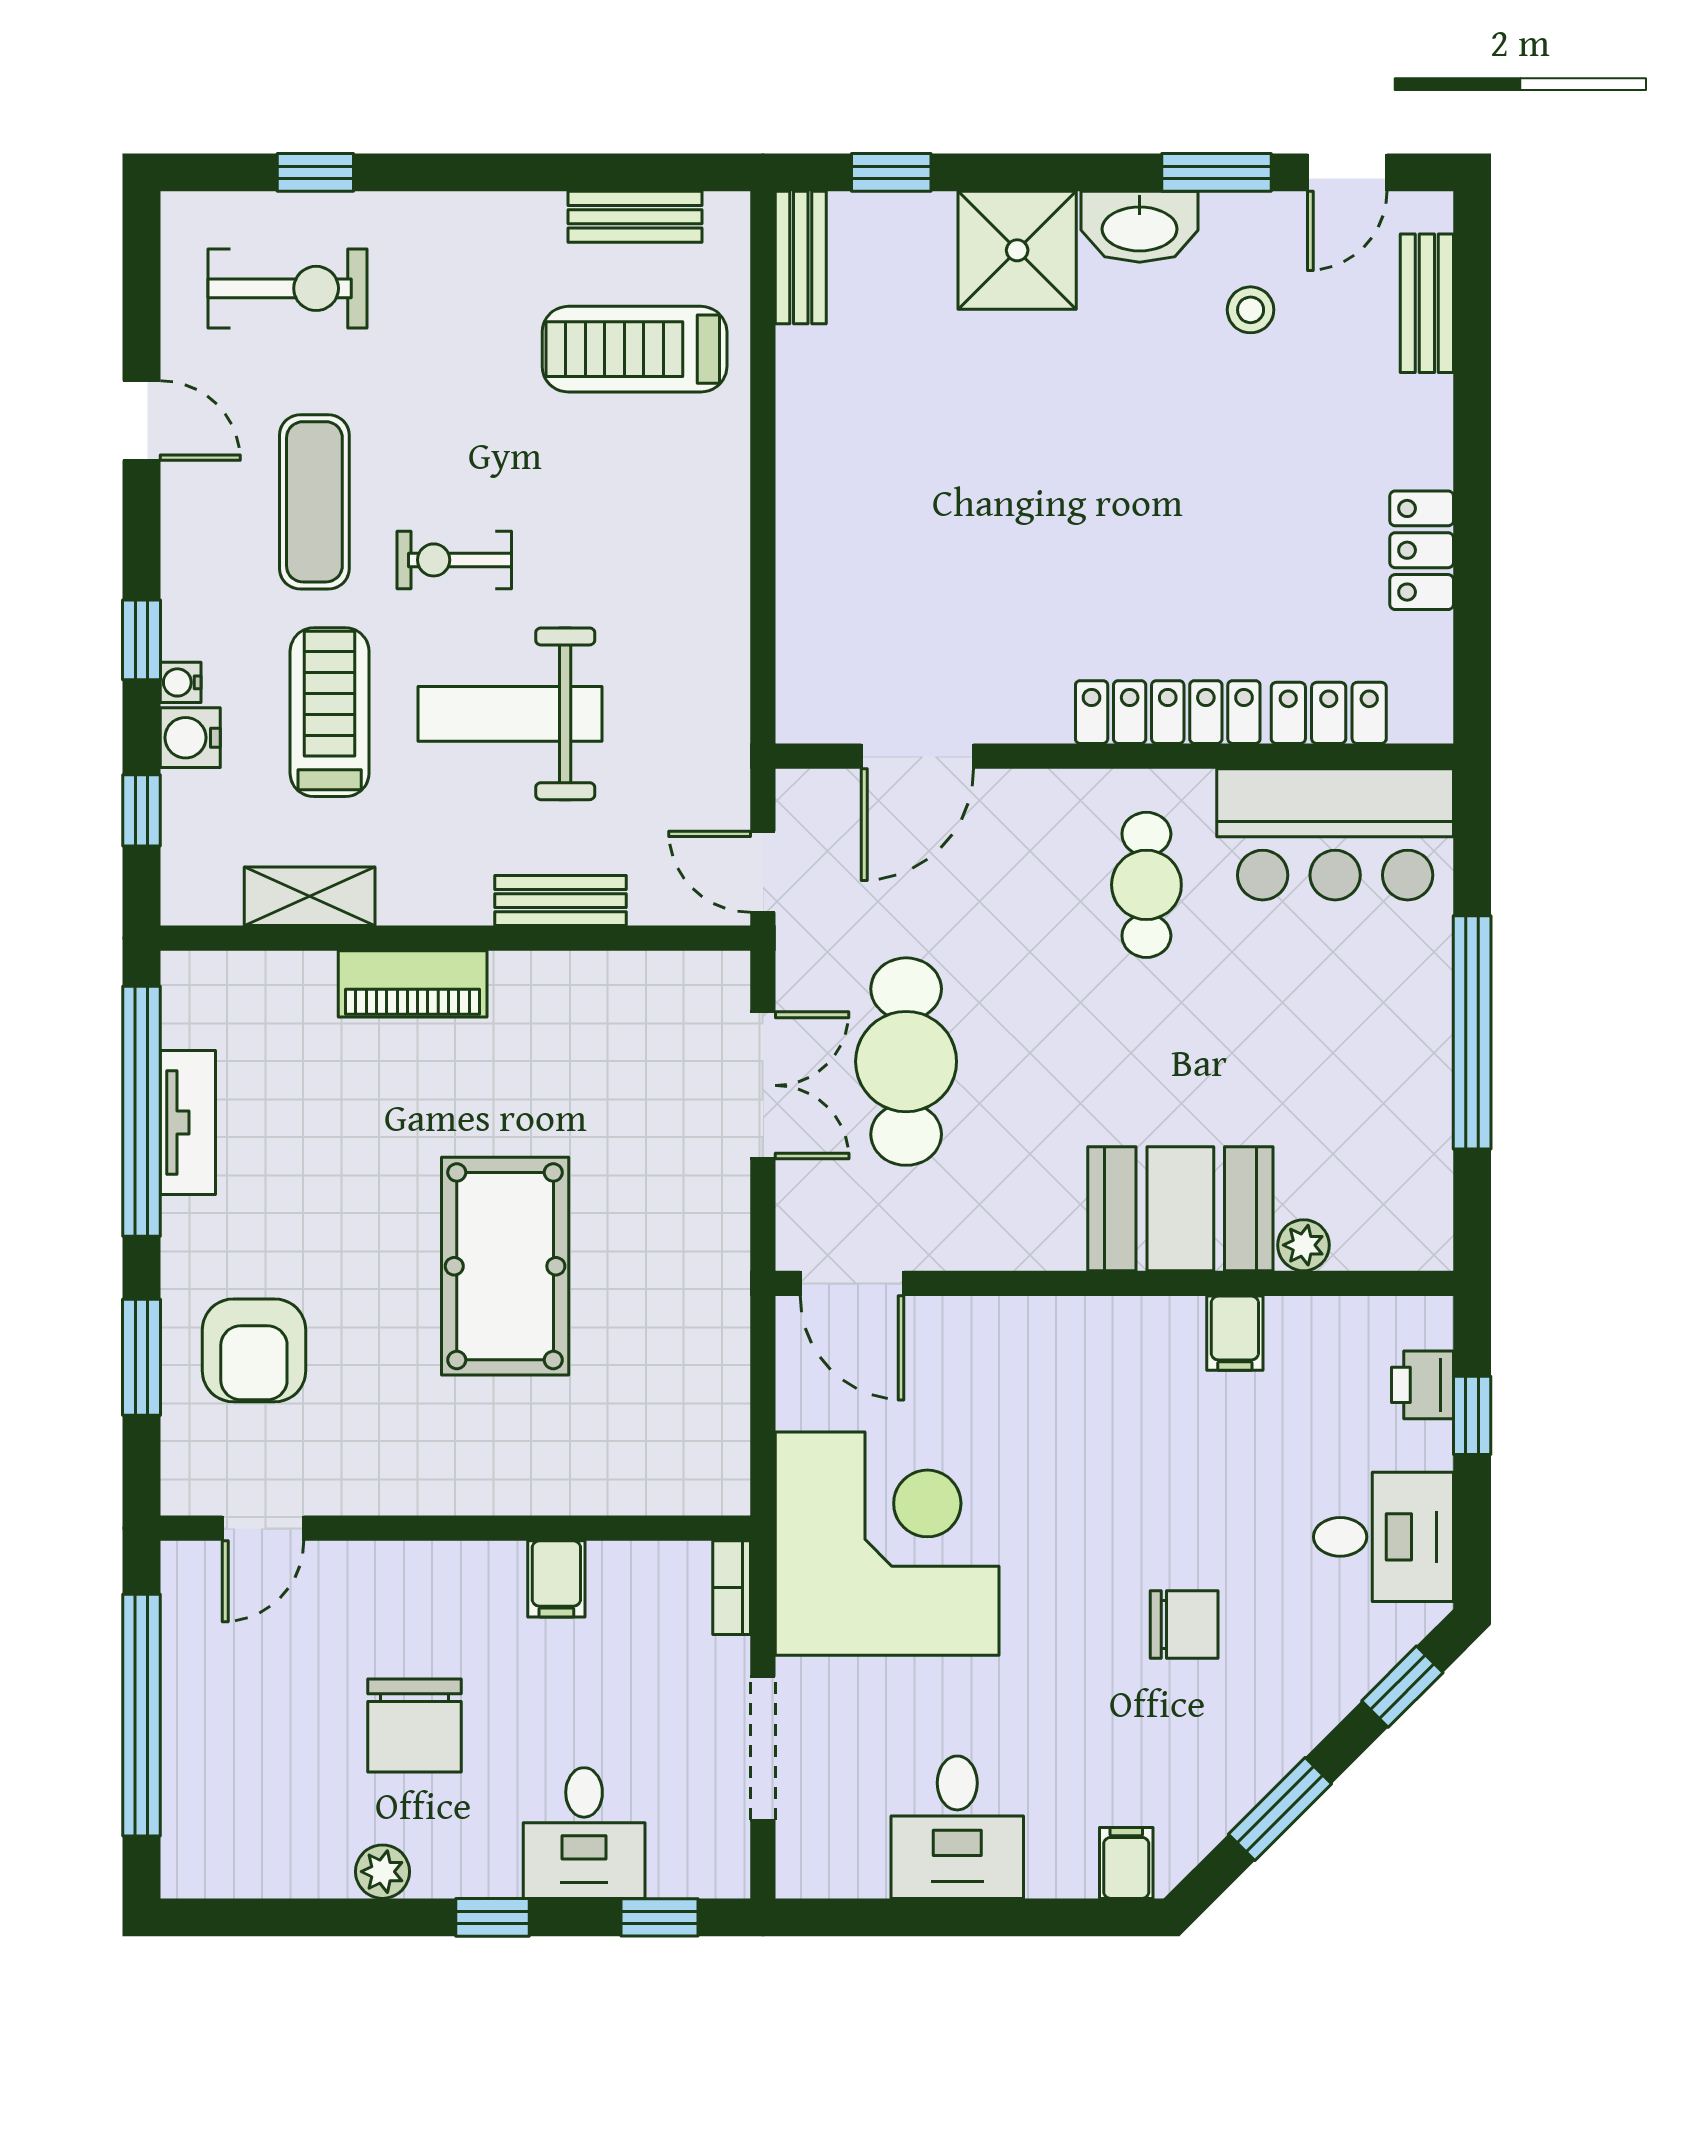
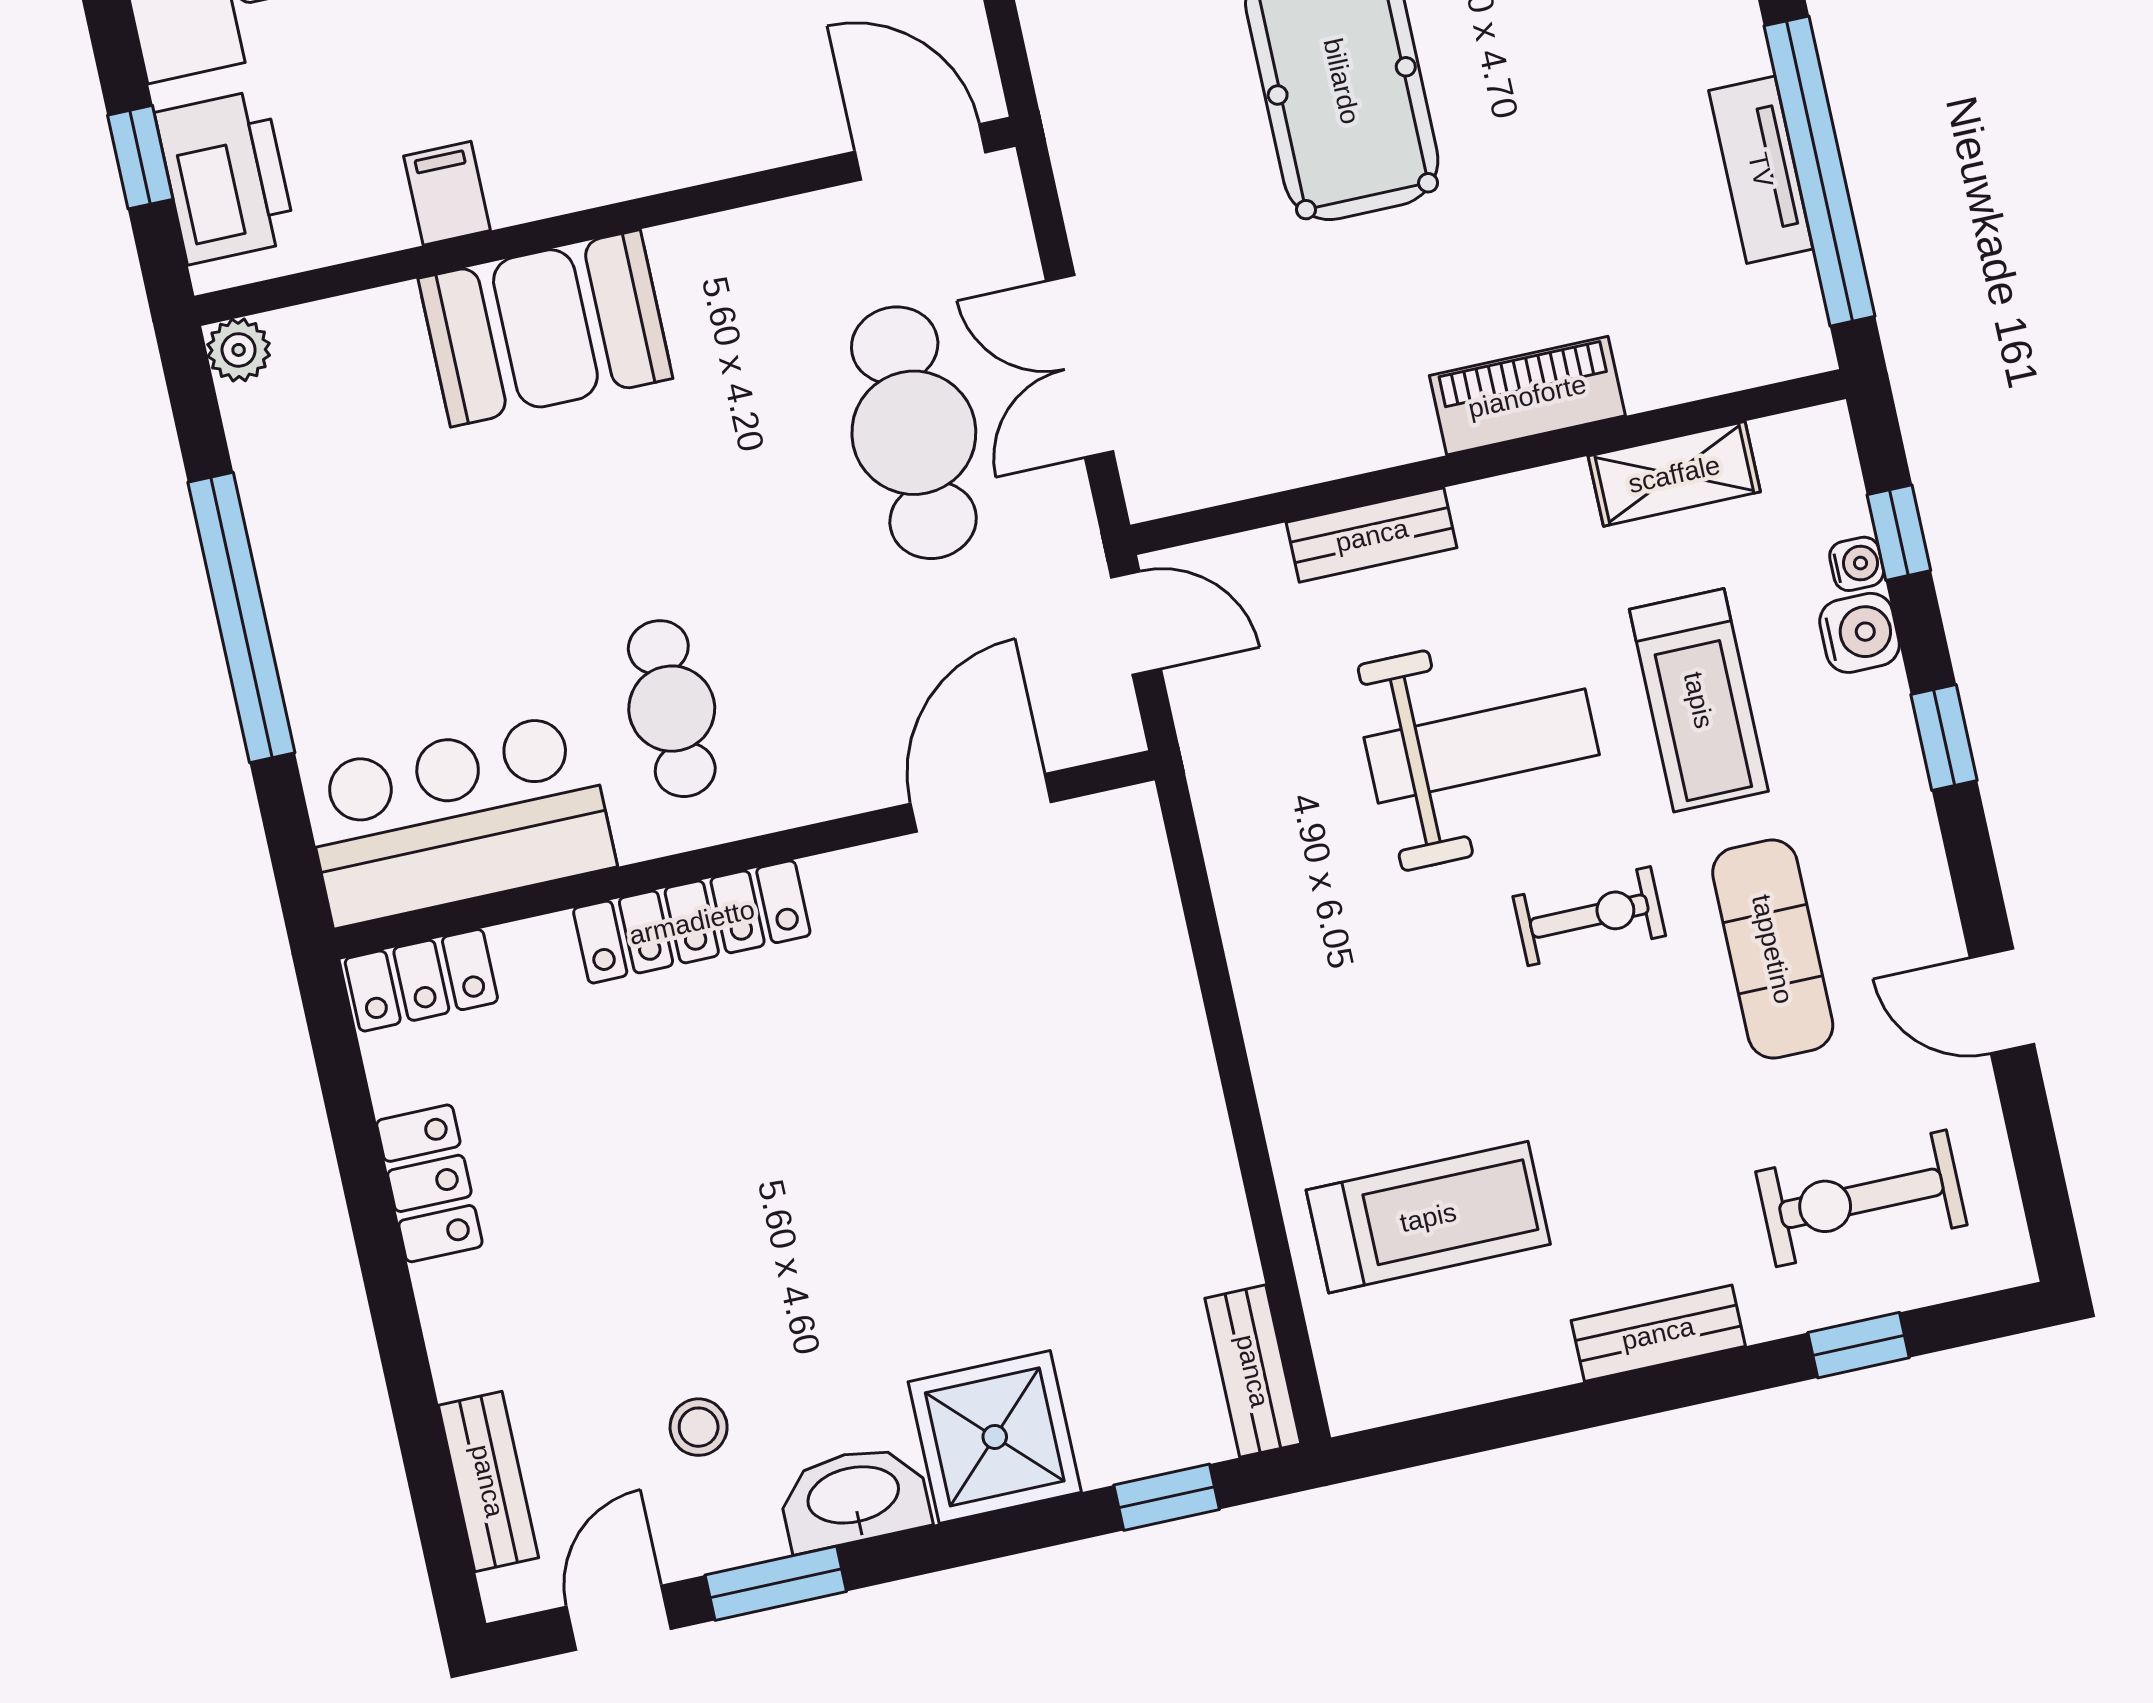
bench: (635, 217) -> (1658, 1333), moved
water cooler: (181, 682) -> (1857, 564), moved
locker: (1329, 713) -> (421, 980), moved
plant: (1304, 1245) -> (239, 350), moved
printer: (1422, 1385) -> (226, 177), width x1.87, depth x1.48

